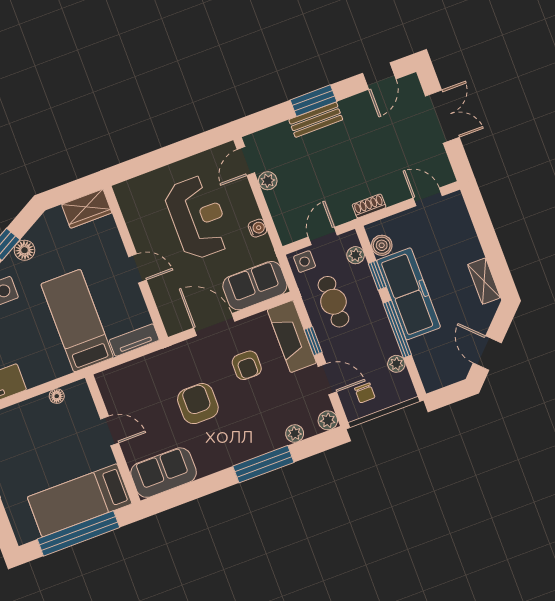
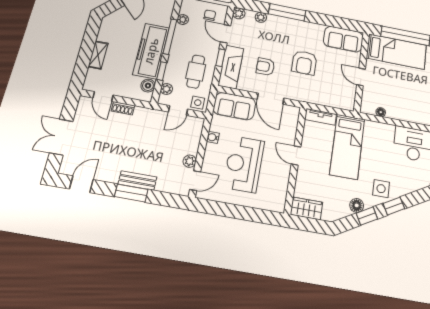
shoe rack: (369, 206) -> (123, 108), moved
shelving: (484, 281) -> (98, 55), moved
armchair: (247, 365) -> (265, 67), turned -90

